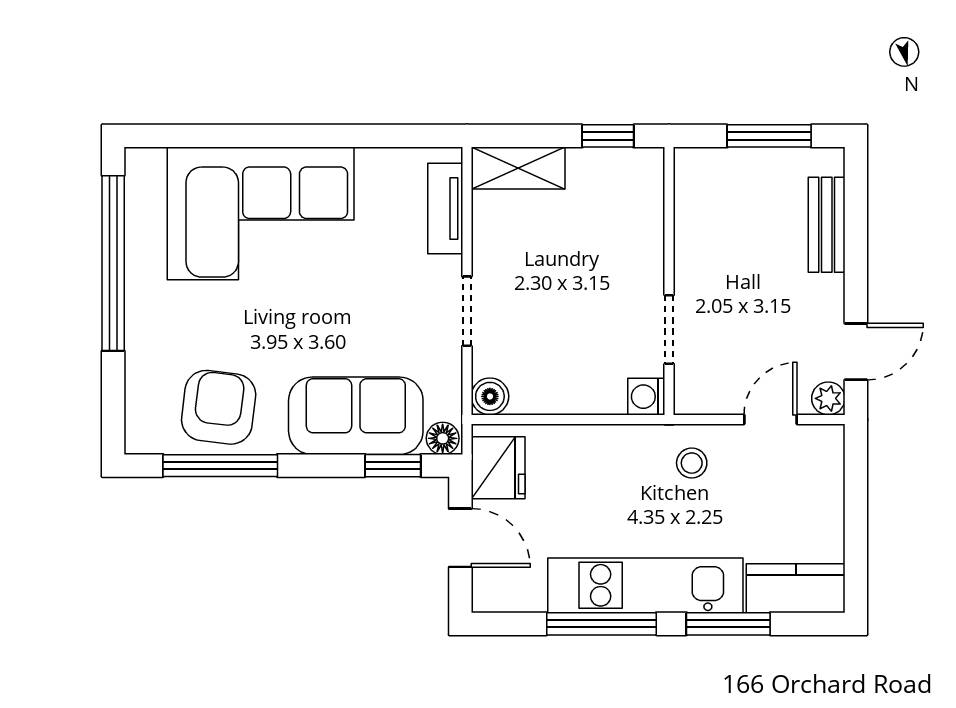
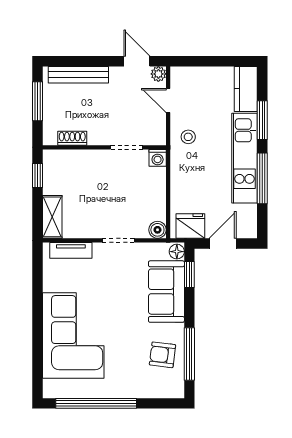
shoe rack: (689, 211) -> (72, 138), added
bench: (827, 225) -> (78, 75), width x1.36
armchair: (219, 407) -> (162, 355), width x0.72, depth x0.72

